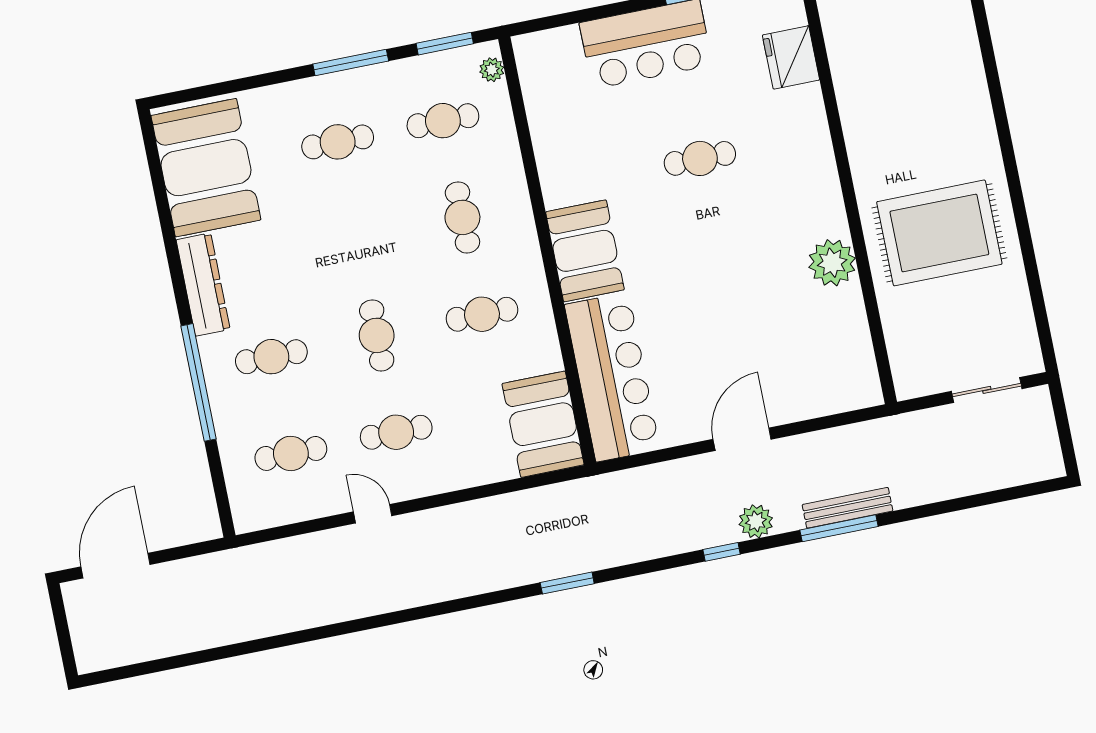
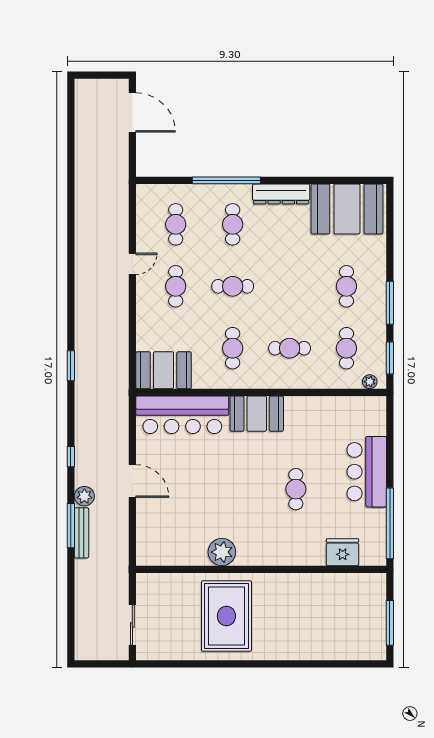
plant: (756, 521) -> (84, 496), moved

